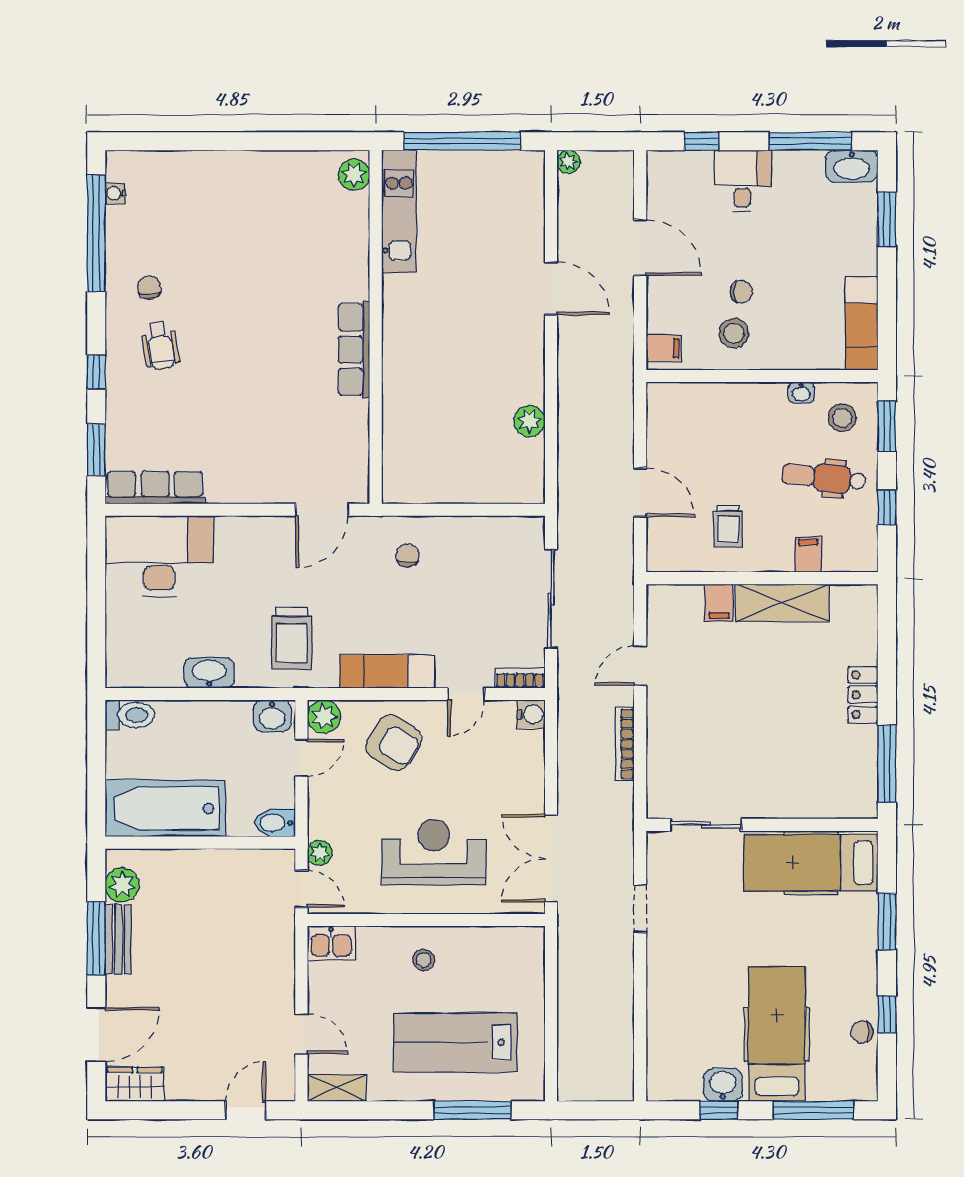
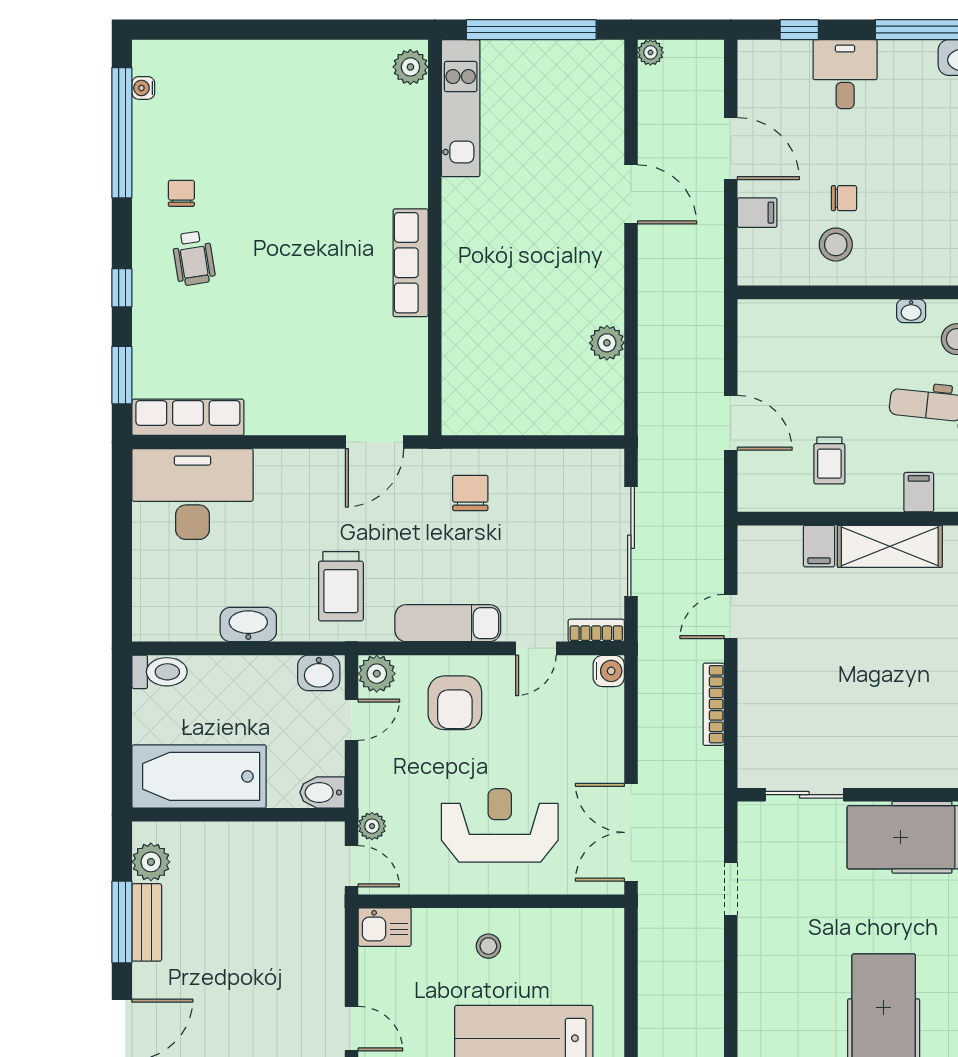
filing cabinet: (664, 348) -> (757, 213), moved
chair: (408, 555) -> (470, 493), width x1.37, depth x1.37
armchair: (394, 743) -> (455, 703), turned 59

